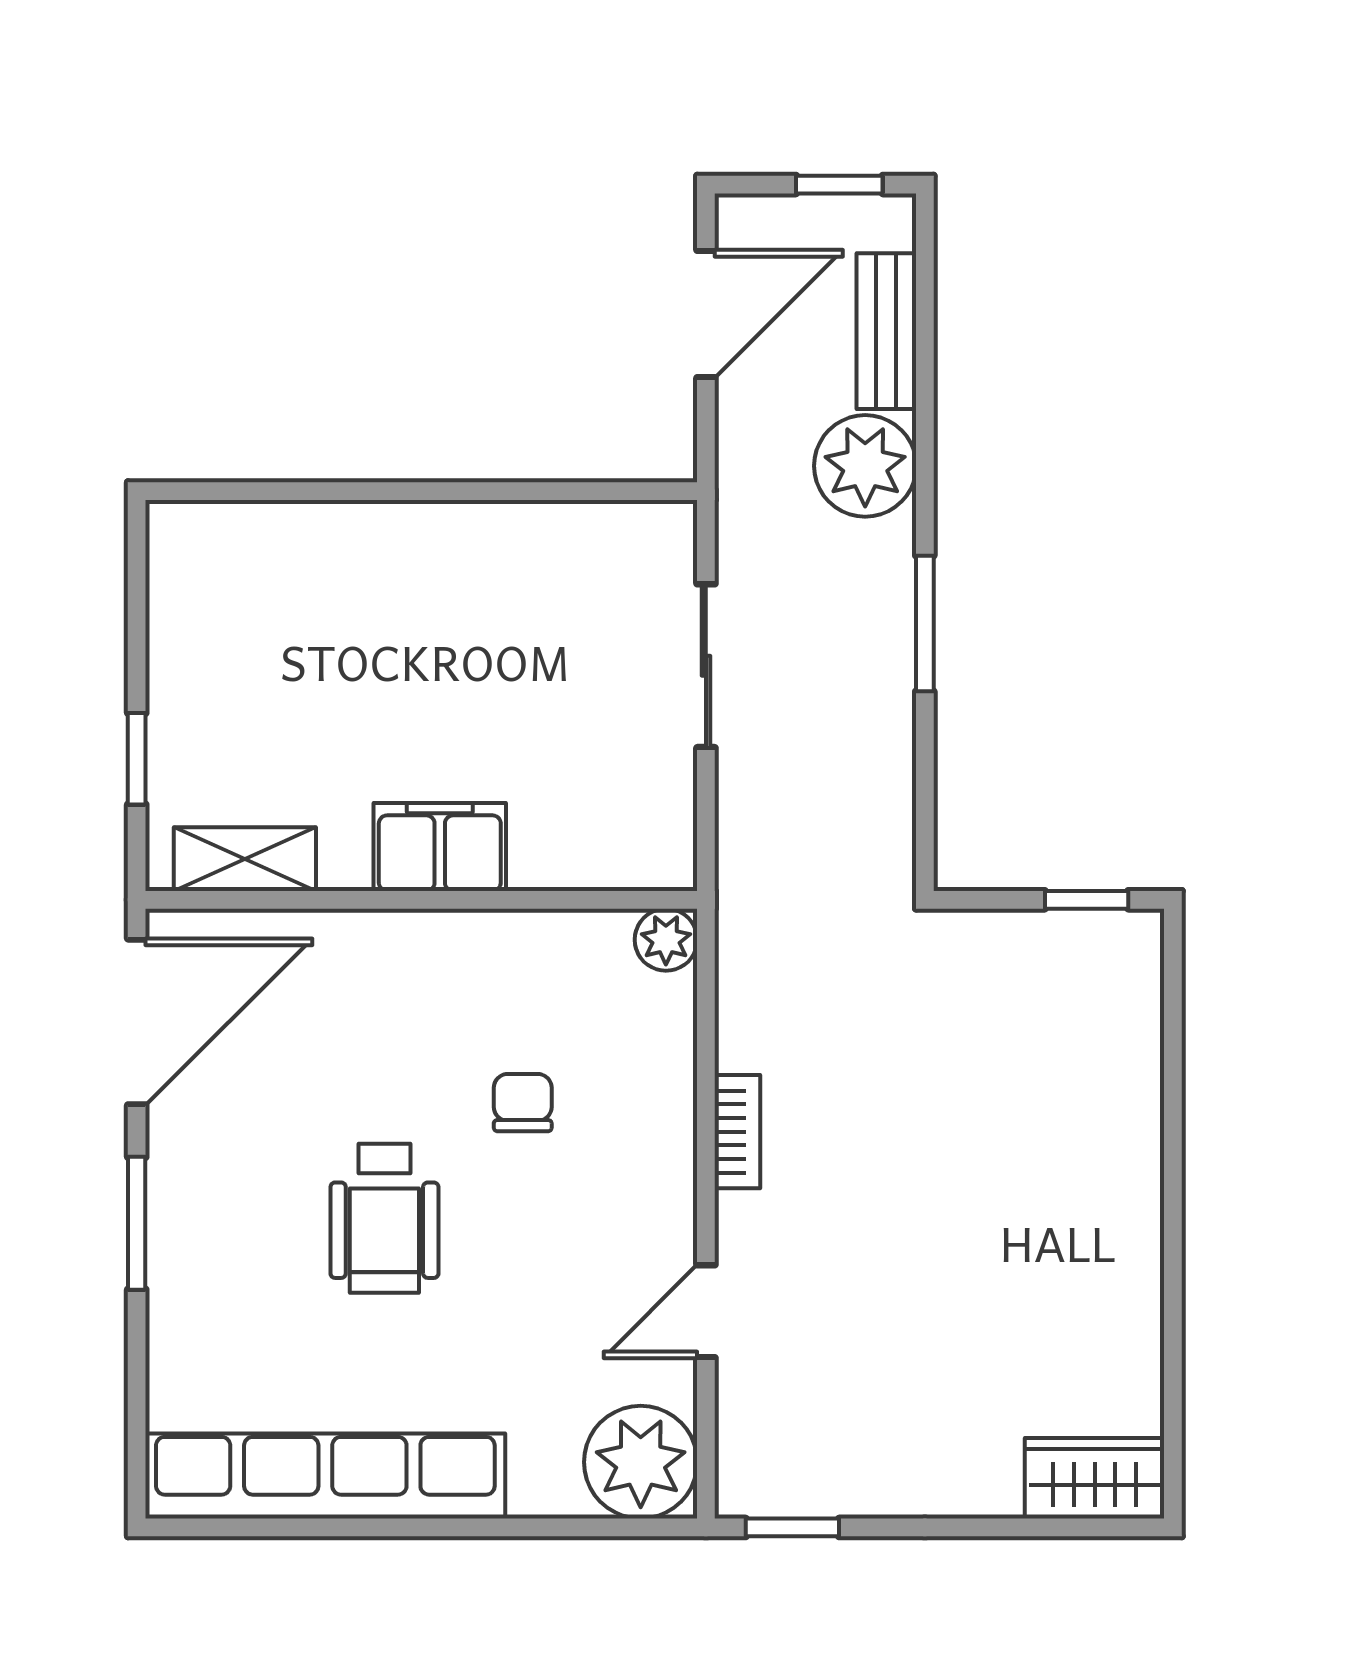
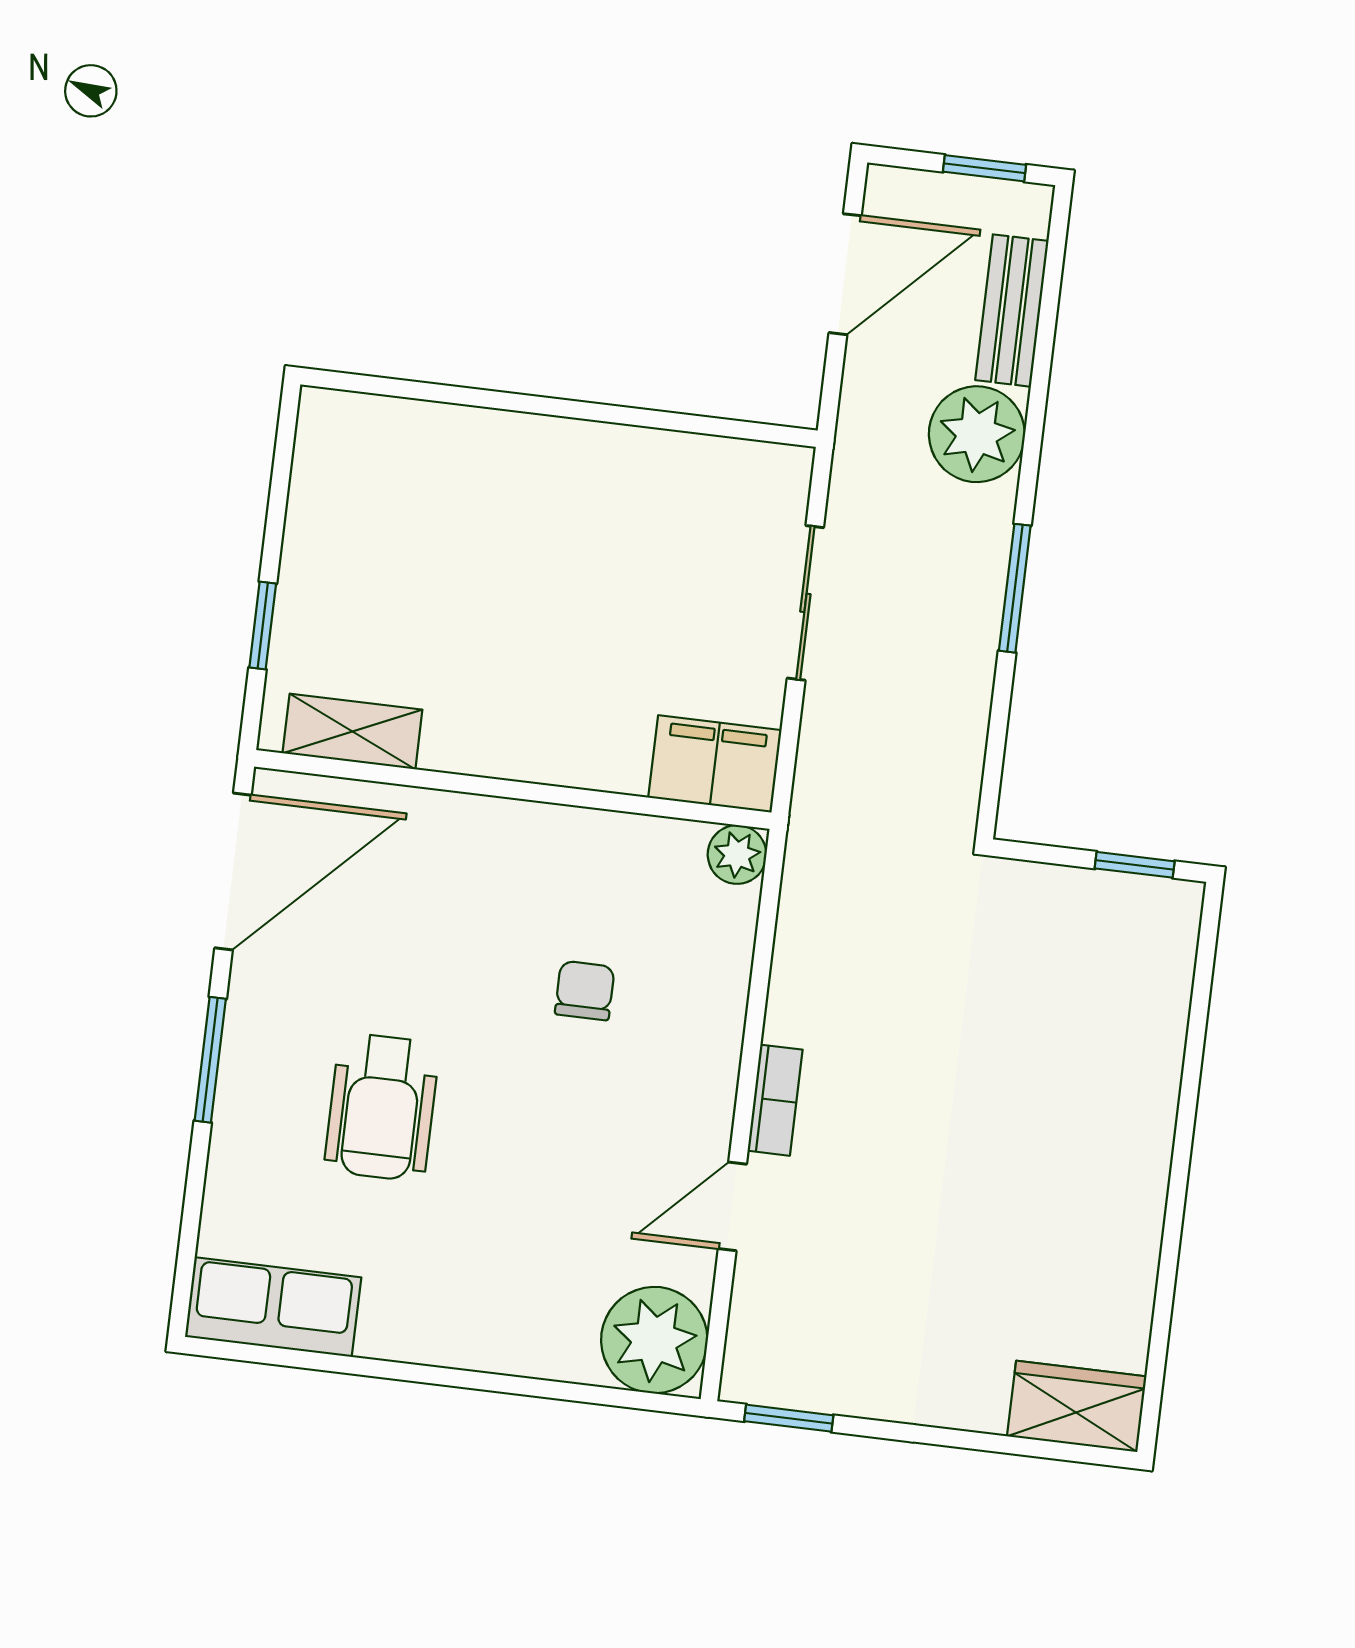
filing cabinet: (440, 847) -> (715, 764), moved
bookcase: (737, 1132) -> (775, 1100), moved
wheelchair: (384, 1218) -> (382, 1107), moved
row of seats: (325, 1476) -> (273, 1307), width x0.50

